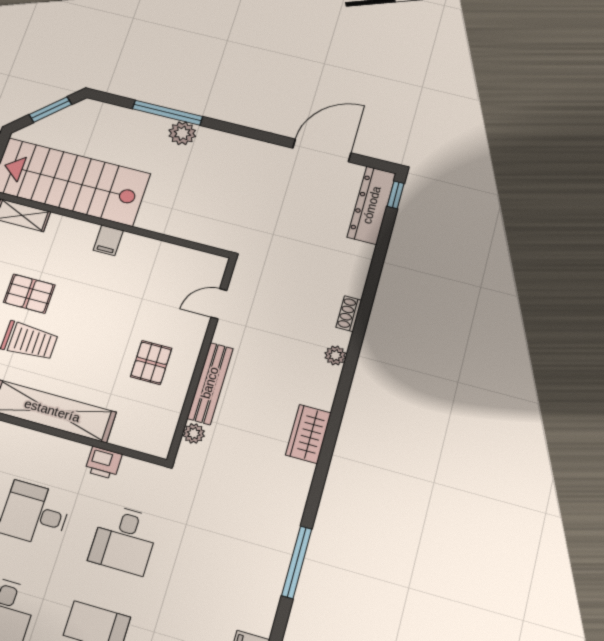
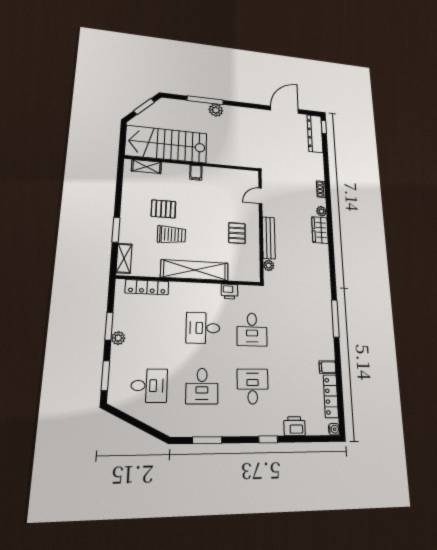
wardrobe: (308, 434) -> (320, 230), moved

